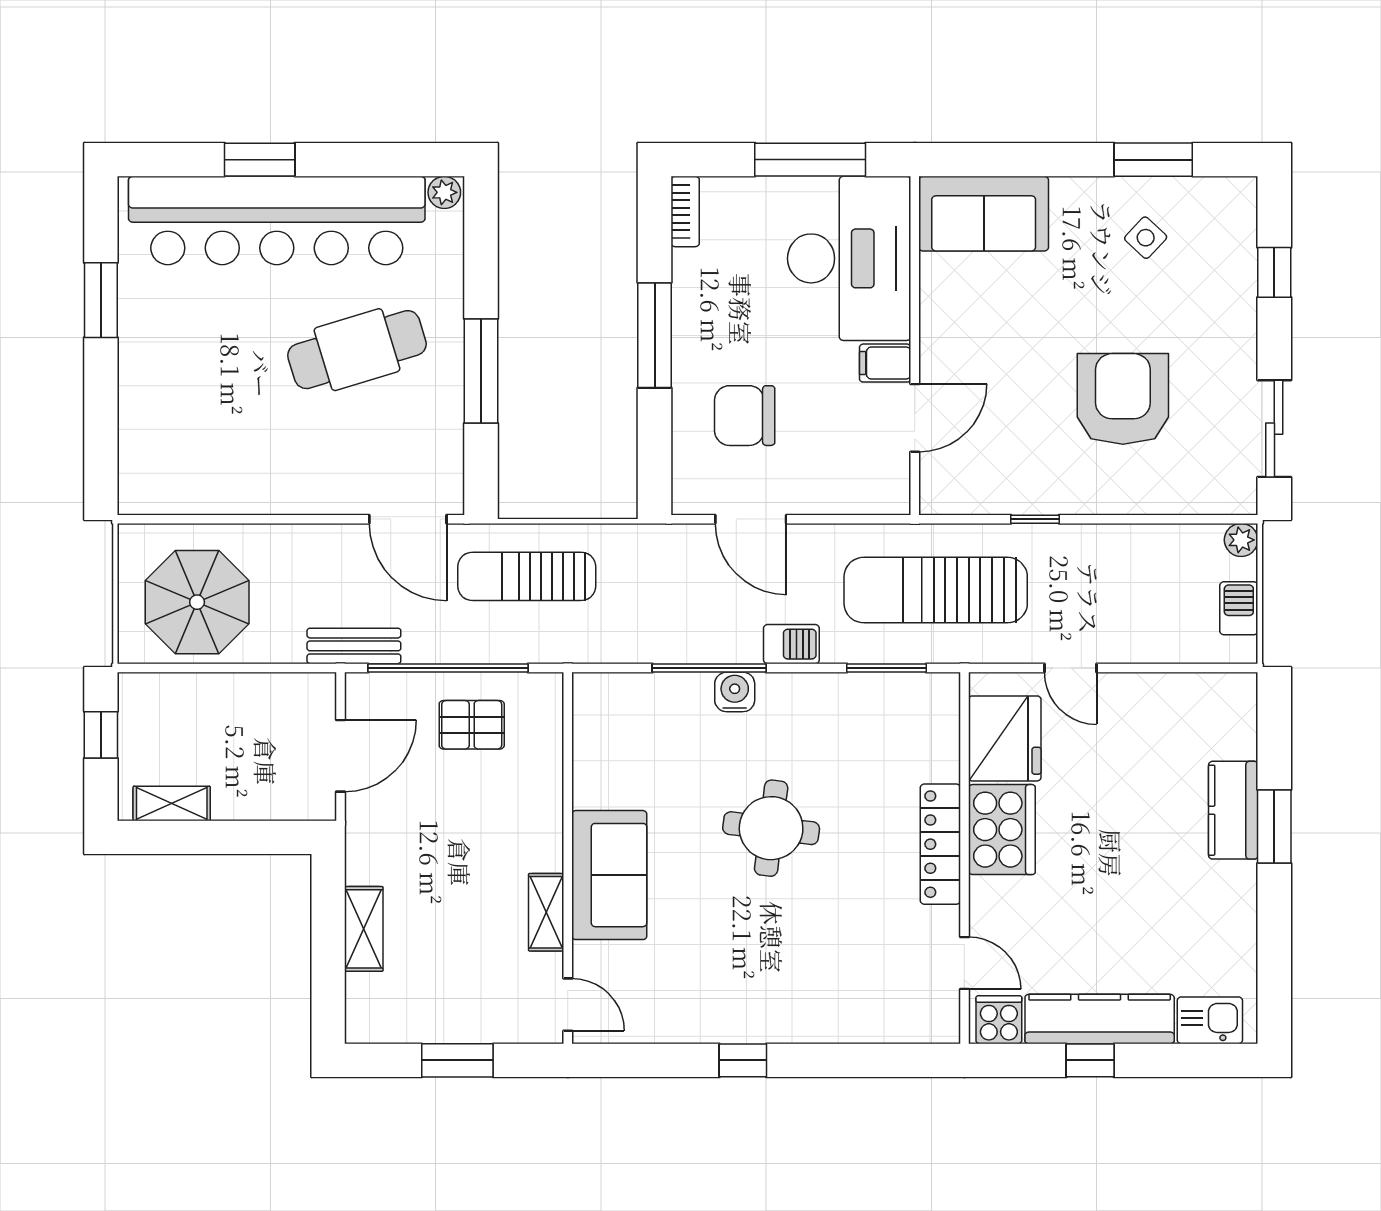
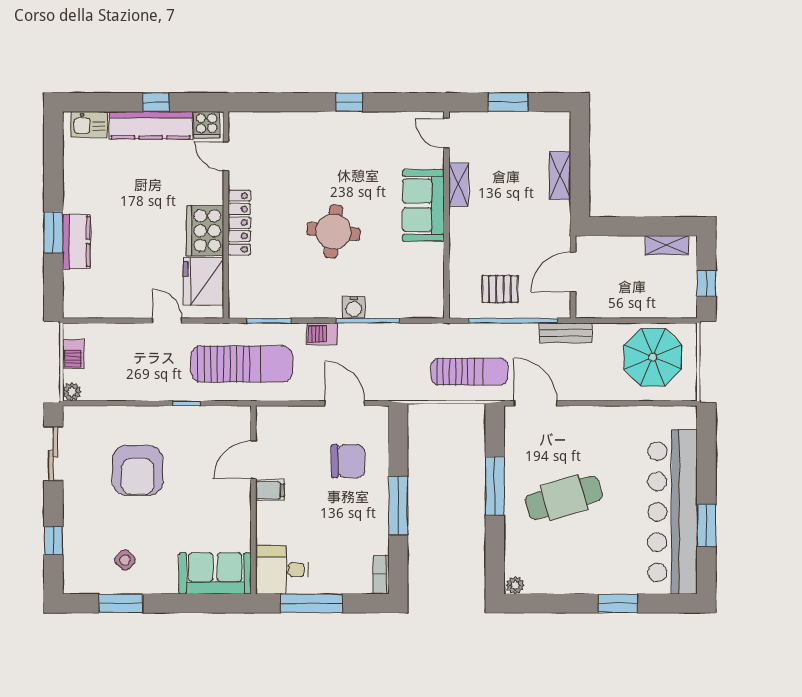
bar counter: (277, 221) -> (672, 512), moved, turned -90
desk: (849, 258) -> (282, 570), width x0.53, depth x0.77

